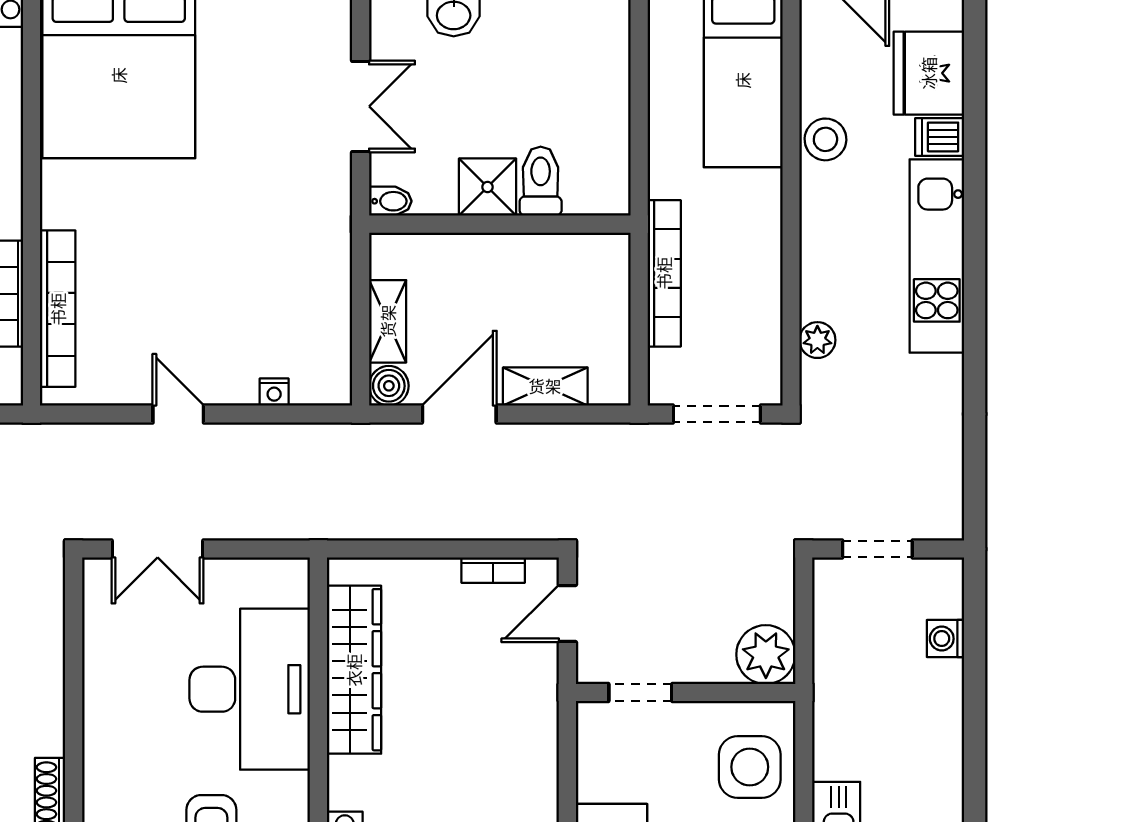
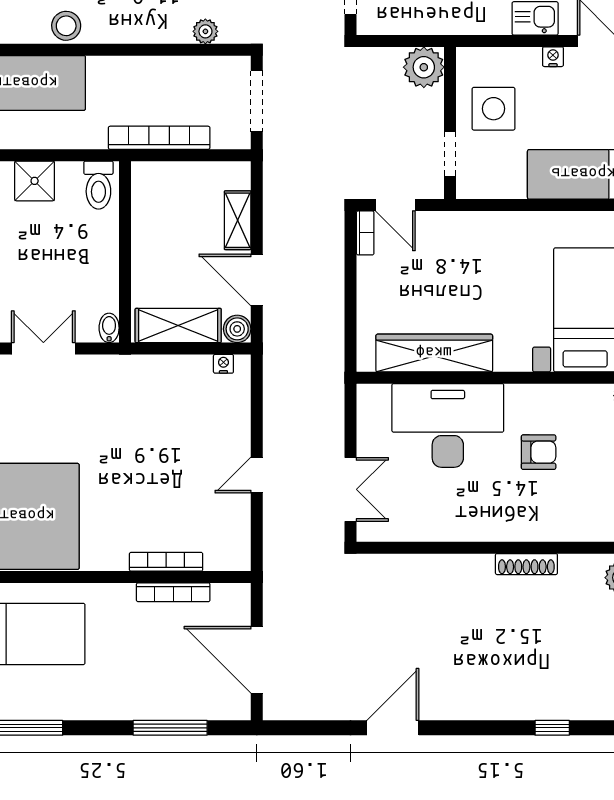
toilet: (541, 181) -> (98, 185), moved, turned -90
shower: (488, 187) -> (35, 181), moved
bookcase: (58, 309) -> (166, 562), width x0.68, depth x0.76
shelving: (388, 321) -> (178, 325), width x1.50, depth x1.33
nightstand: (274, 392) -> (223, 364), moved, turned -90
bookcase: (493, 570) -> (365, 233), moved
side table: (750, 767) -> (494, 109), moved

